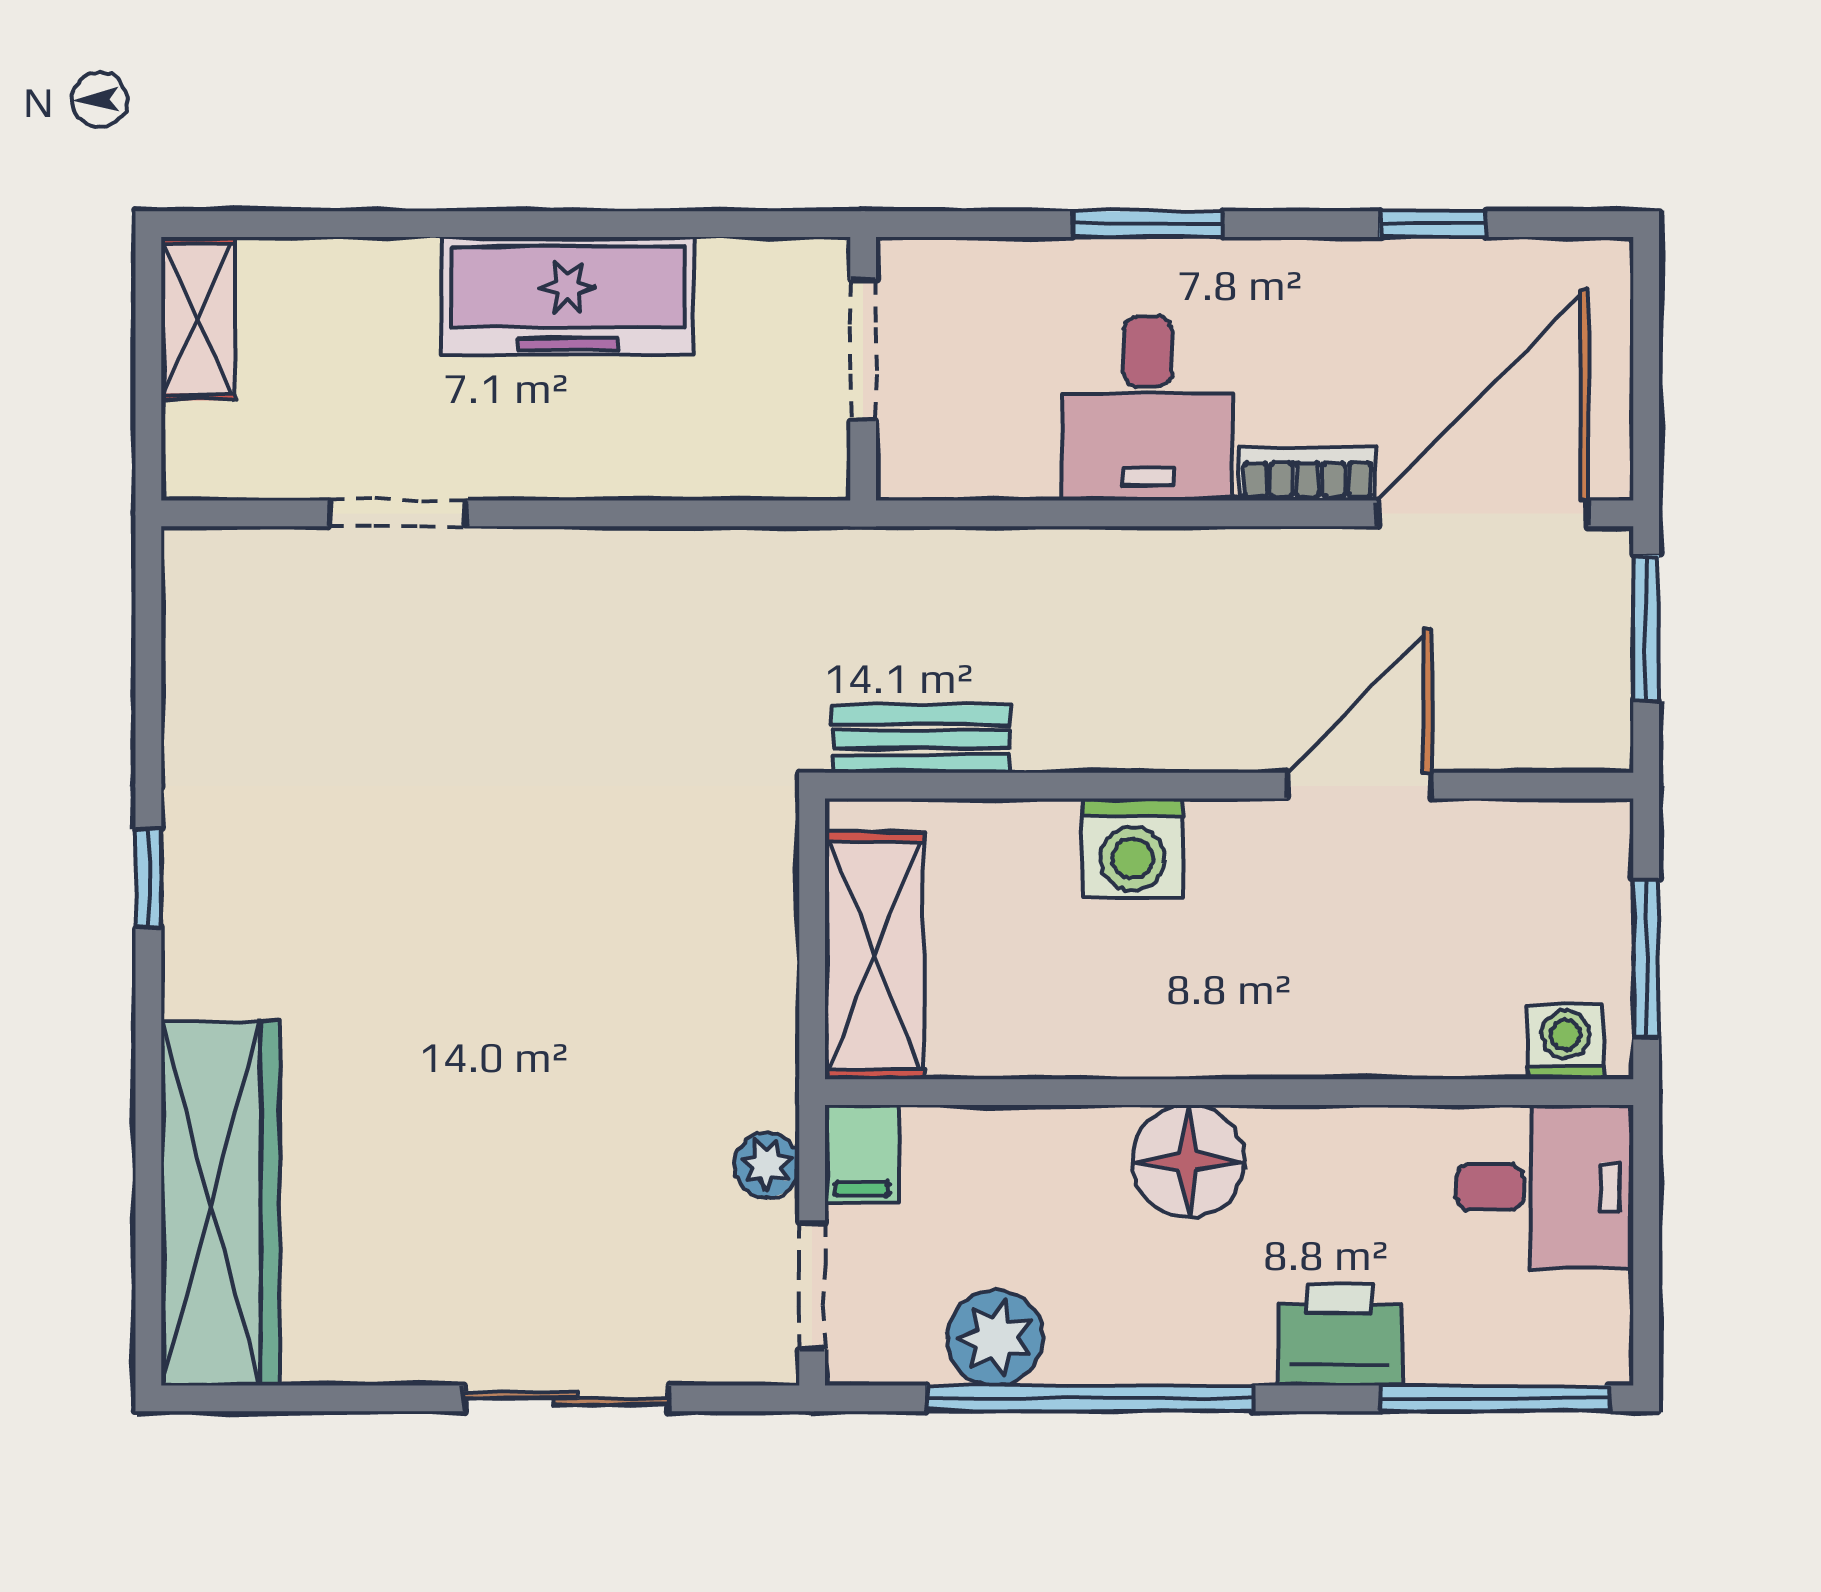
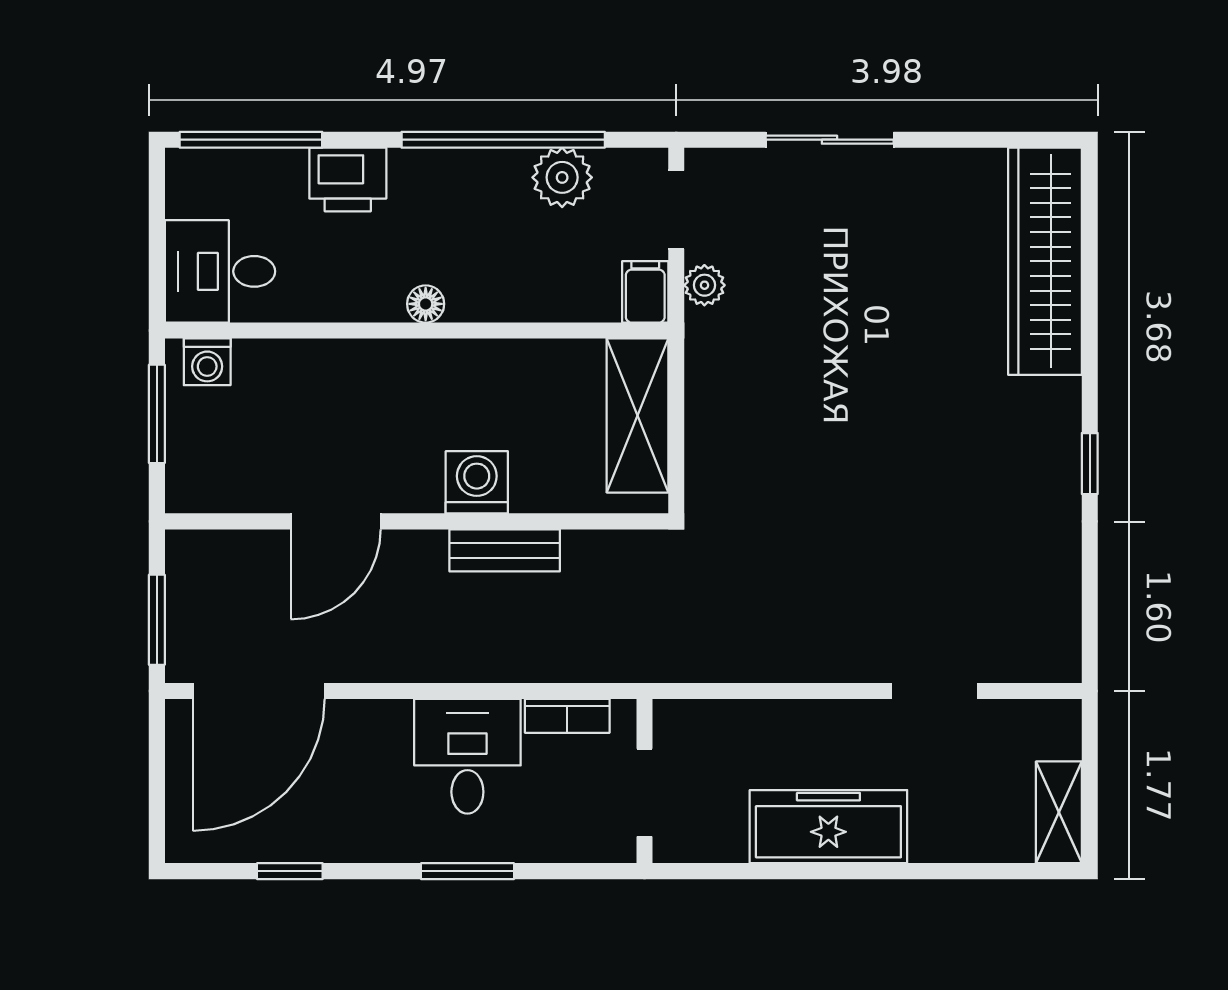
bookcase: (1308, 473) -> (567, 716), moved
bench: (921, 739) -> (505, 550), moved
floor lamp: (1188, 1161) -> (426, 304), width x0.53, depth x0.53

